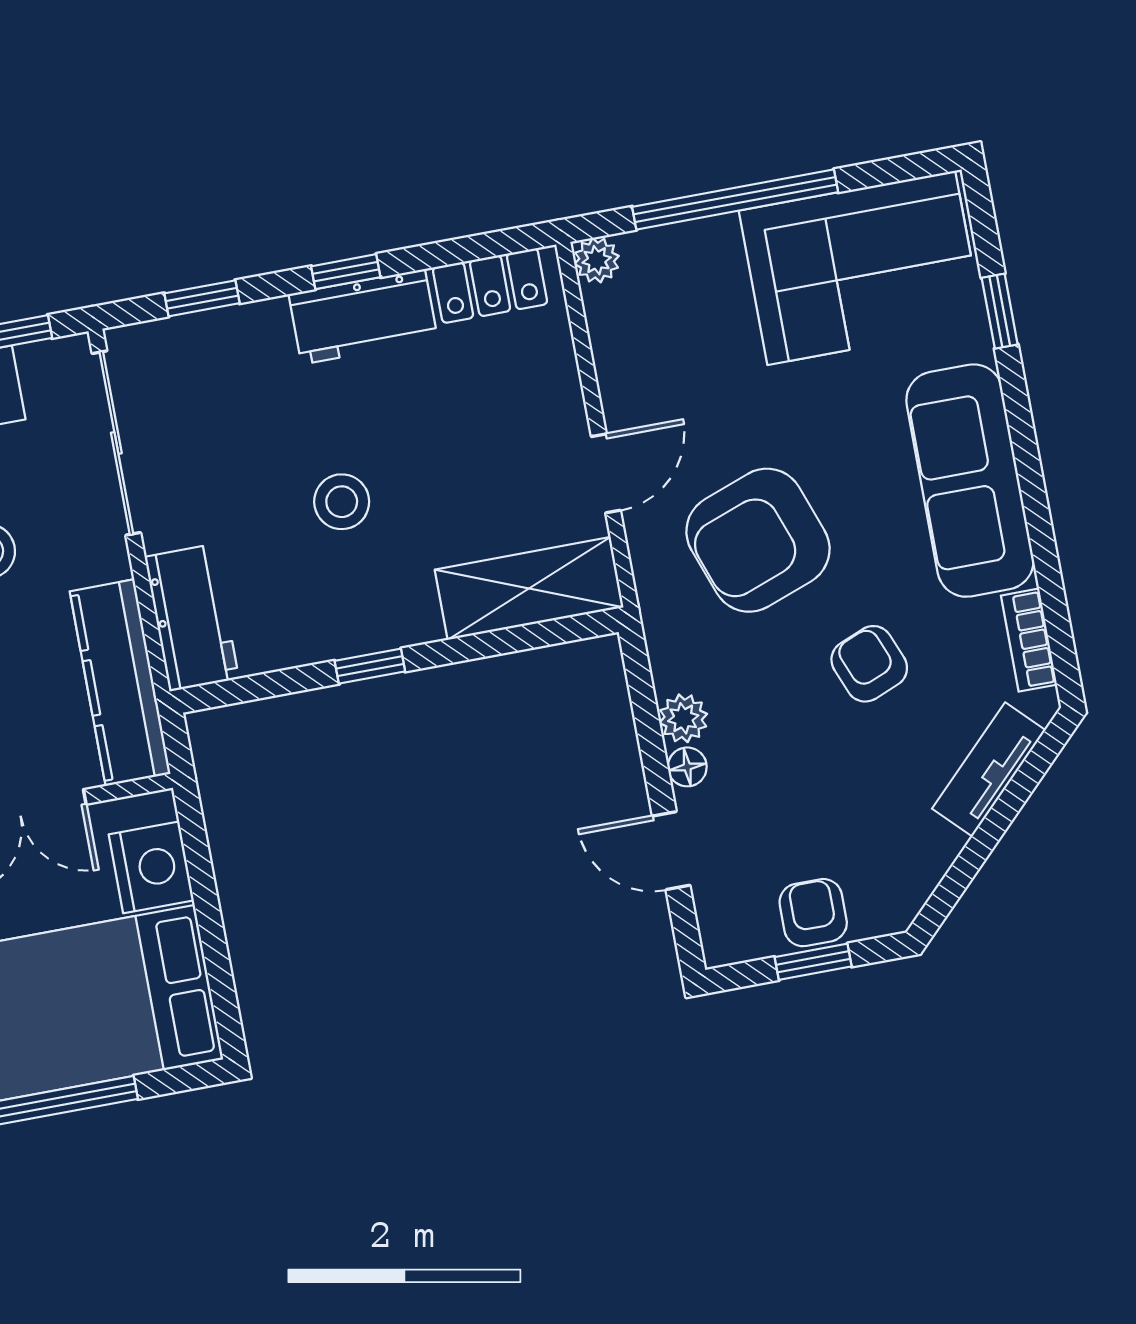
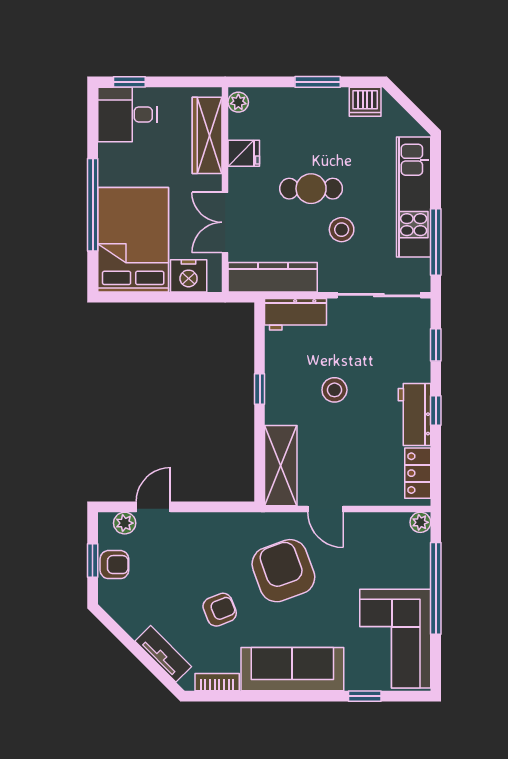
plant: (683, 718) -> (125, 523), moved
floor lamp: (687, 767) -> (189, 521), removed

